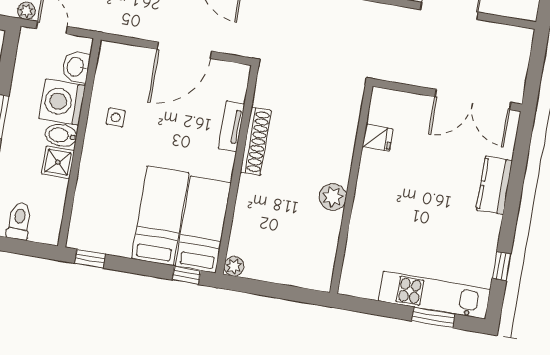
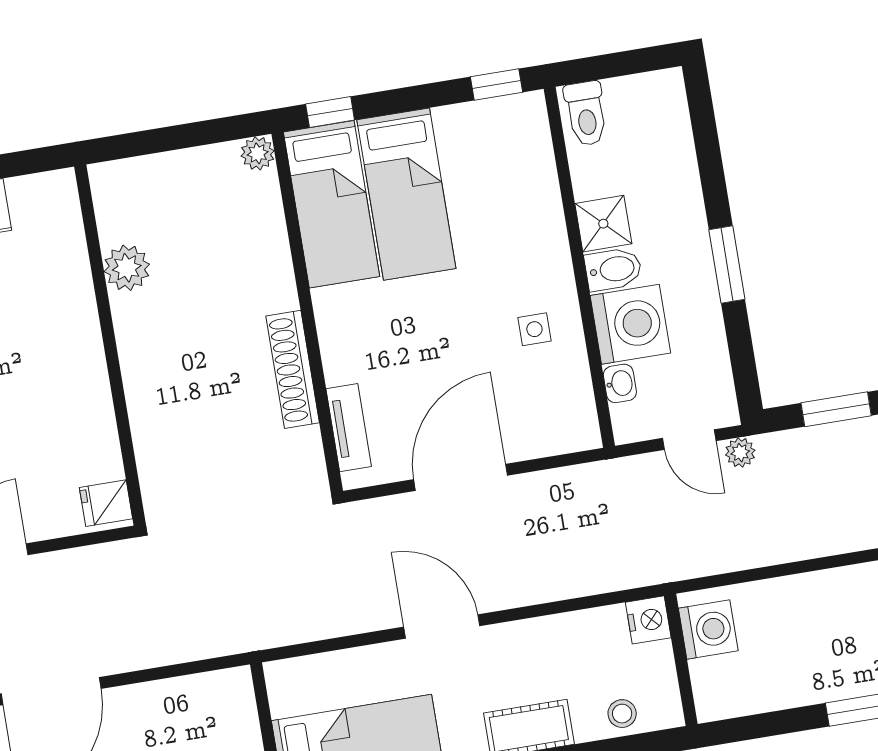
washbasin: (76, 67) -> (620, 383), width x0.72, depth x0.69
tv unit: (231, 126) -> (349, 428), moved
fridge: (378, 138) -> (106, 503), moved
plant: (333, 197) -> (127, 268), moved
toilet: (19, 221) -> (586, 114), moved

